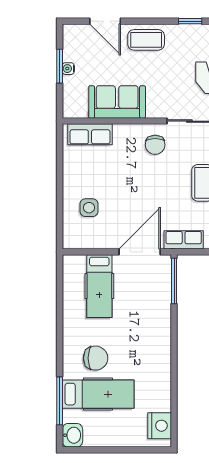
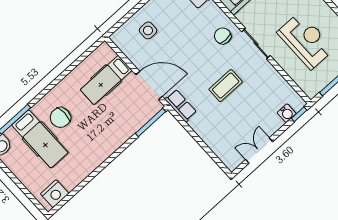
chair: (155, 145) -> (223, 36), turned 90
chair: (96, 358) -> (60, 118), turned 89

